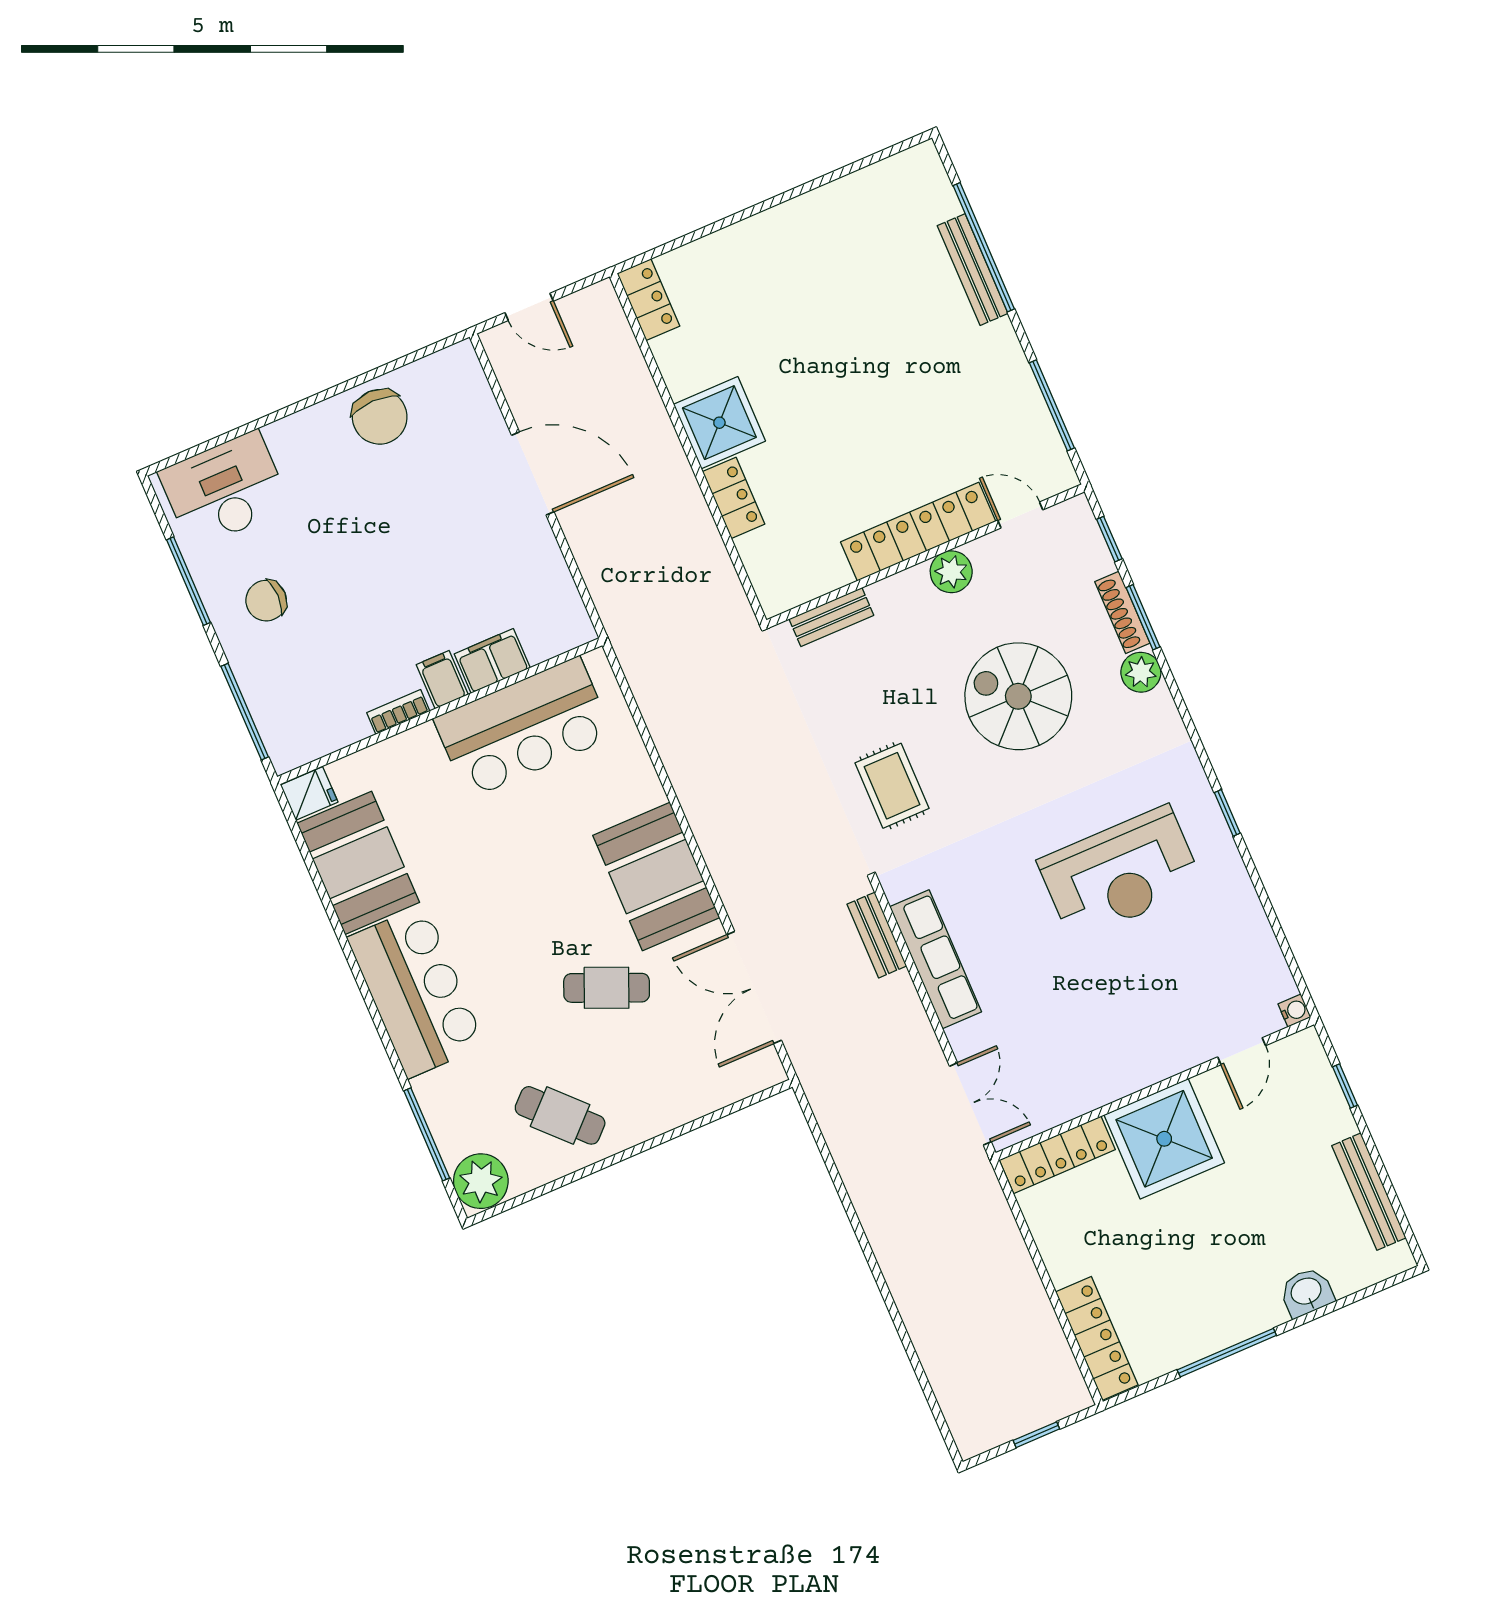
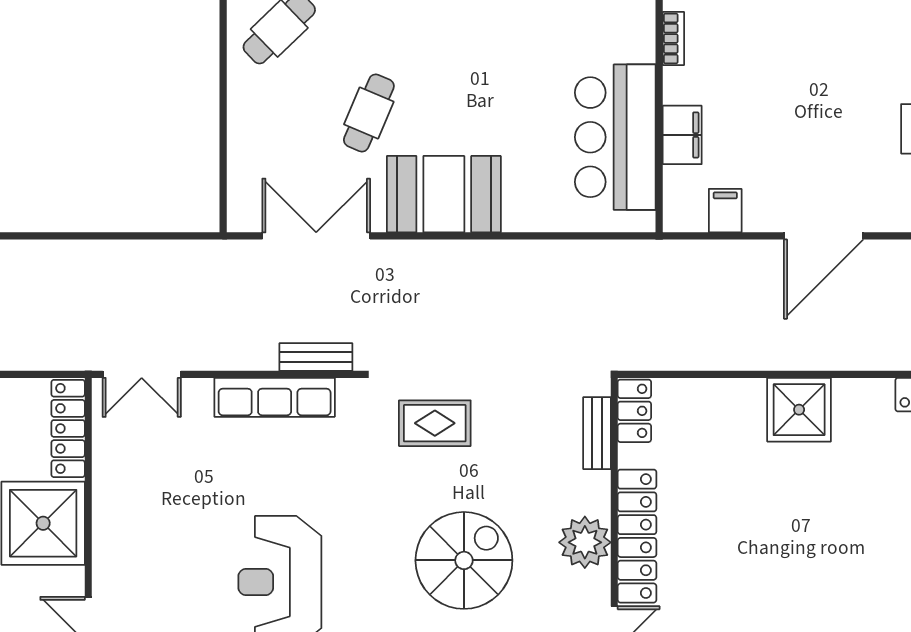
locker: (734, 498) -> (634, 411), moved, turned -90
plant: (951, 572) -> (585, 542), width x1.36, depth x1.36
filing cabinet: (442, 680) -> (725, 211), moved, turned -90

